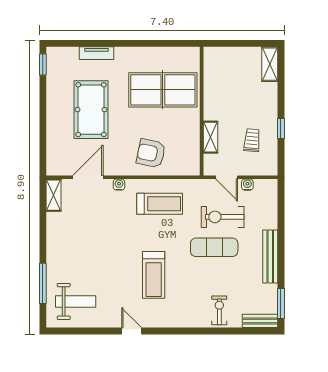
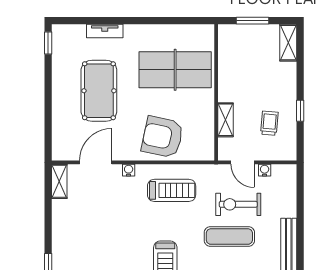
window: (236, 43) -> (252, 21), added
armchair: (151, 153) -> (162, 137), width x1.36, depth x1.36

